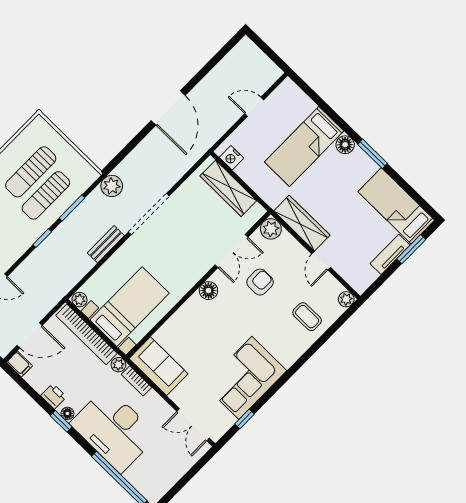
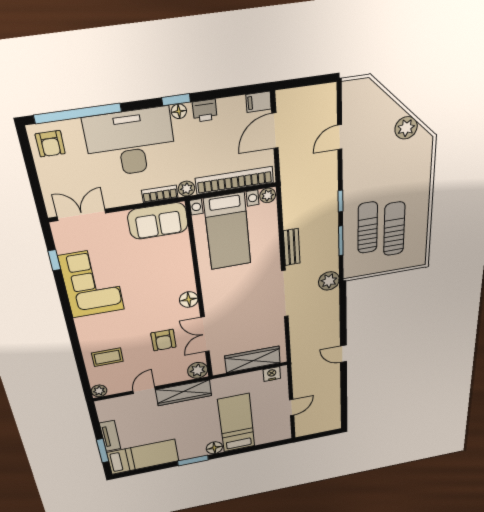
door: (168, 108) -> (343, 354), width x0.53
door: (321, 261) -> (144, 390), hinge flipped
armchair: (154, 482) -> (50, 144), added

